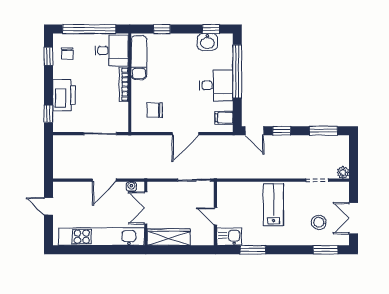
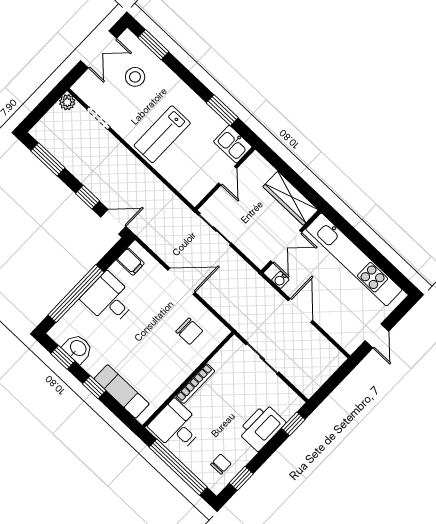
window: (162, 29) -> (94, 387), moved
exam couch: (139, 58) -> (122, 391), moved, turned 90
door: (254, 131) -> (113, 222), hinge flipped
door: (104, 180) -> (300, 311), hinge flipped

